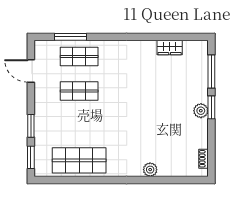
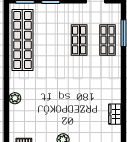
shop shelf: (79, 160) -> (22, 40), width x1.40

